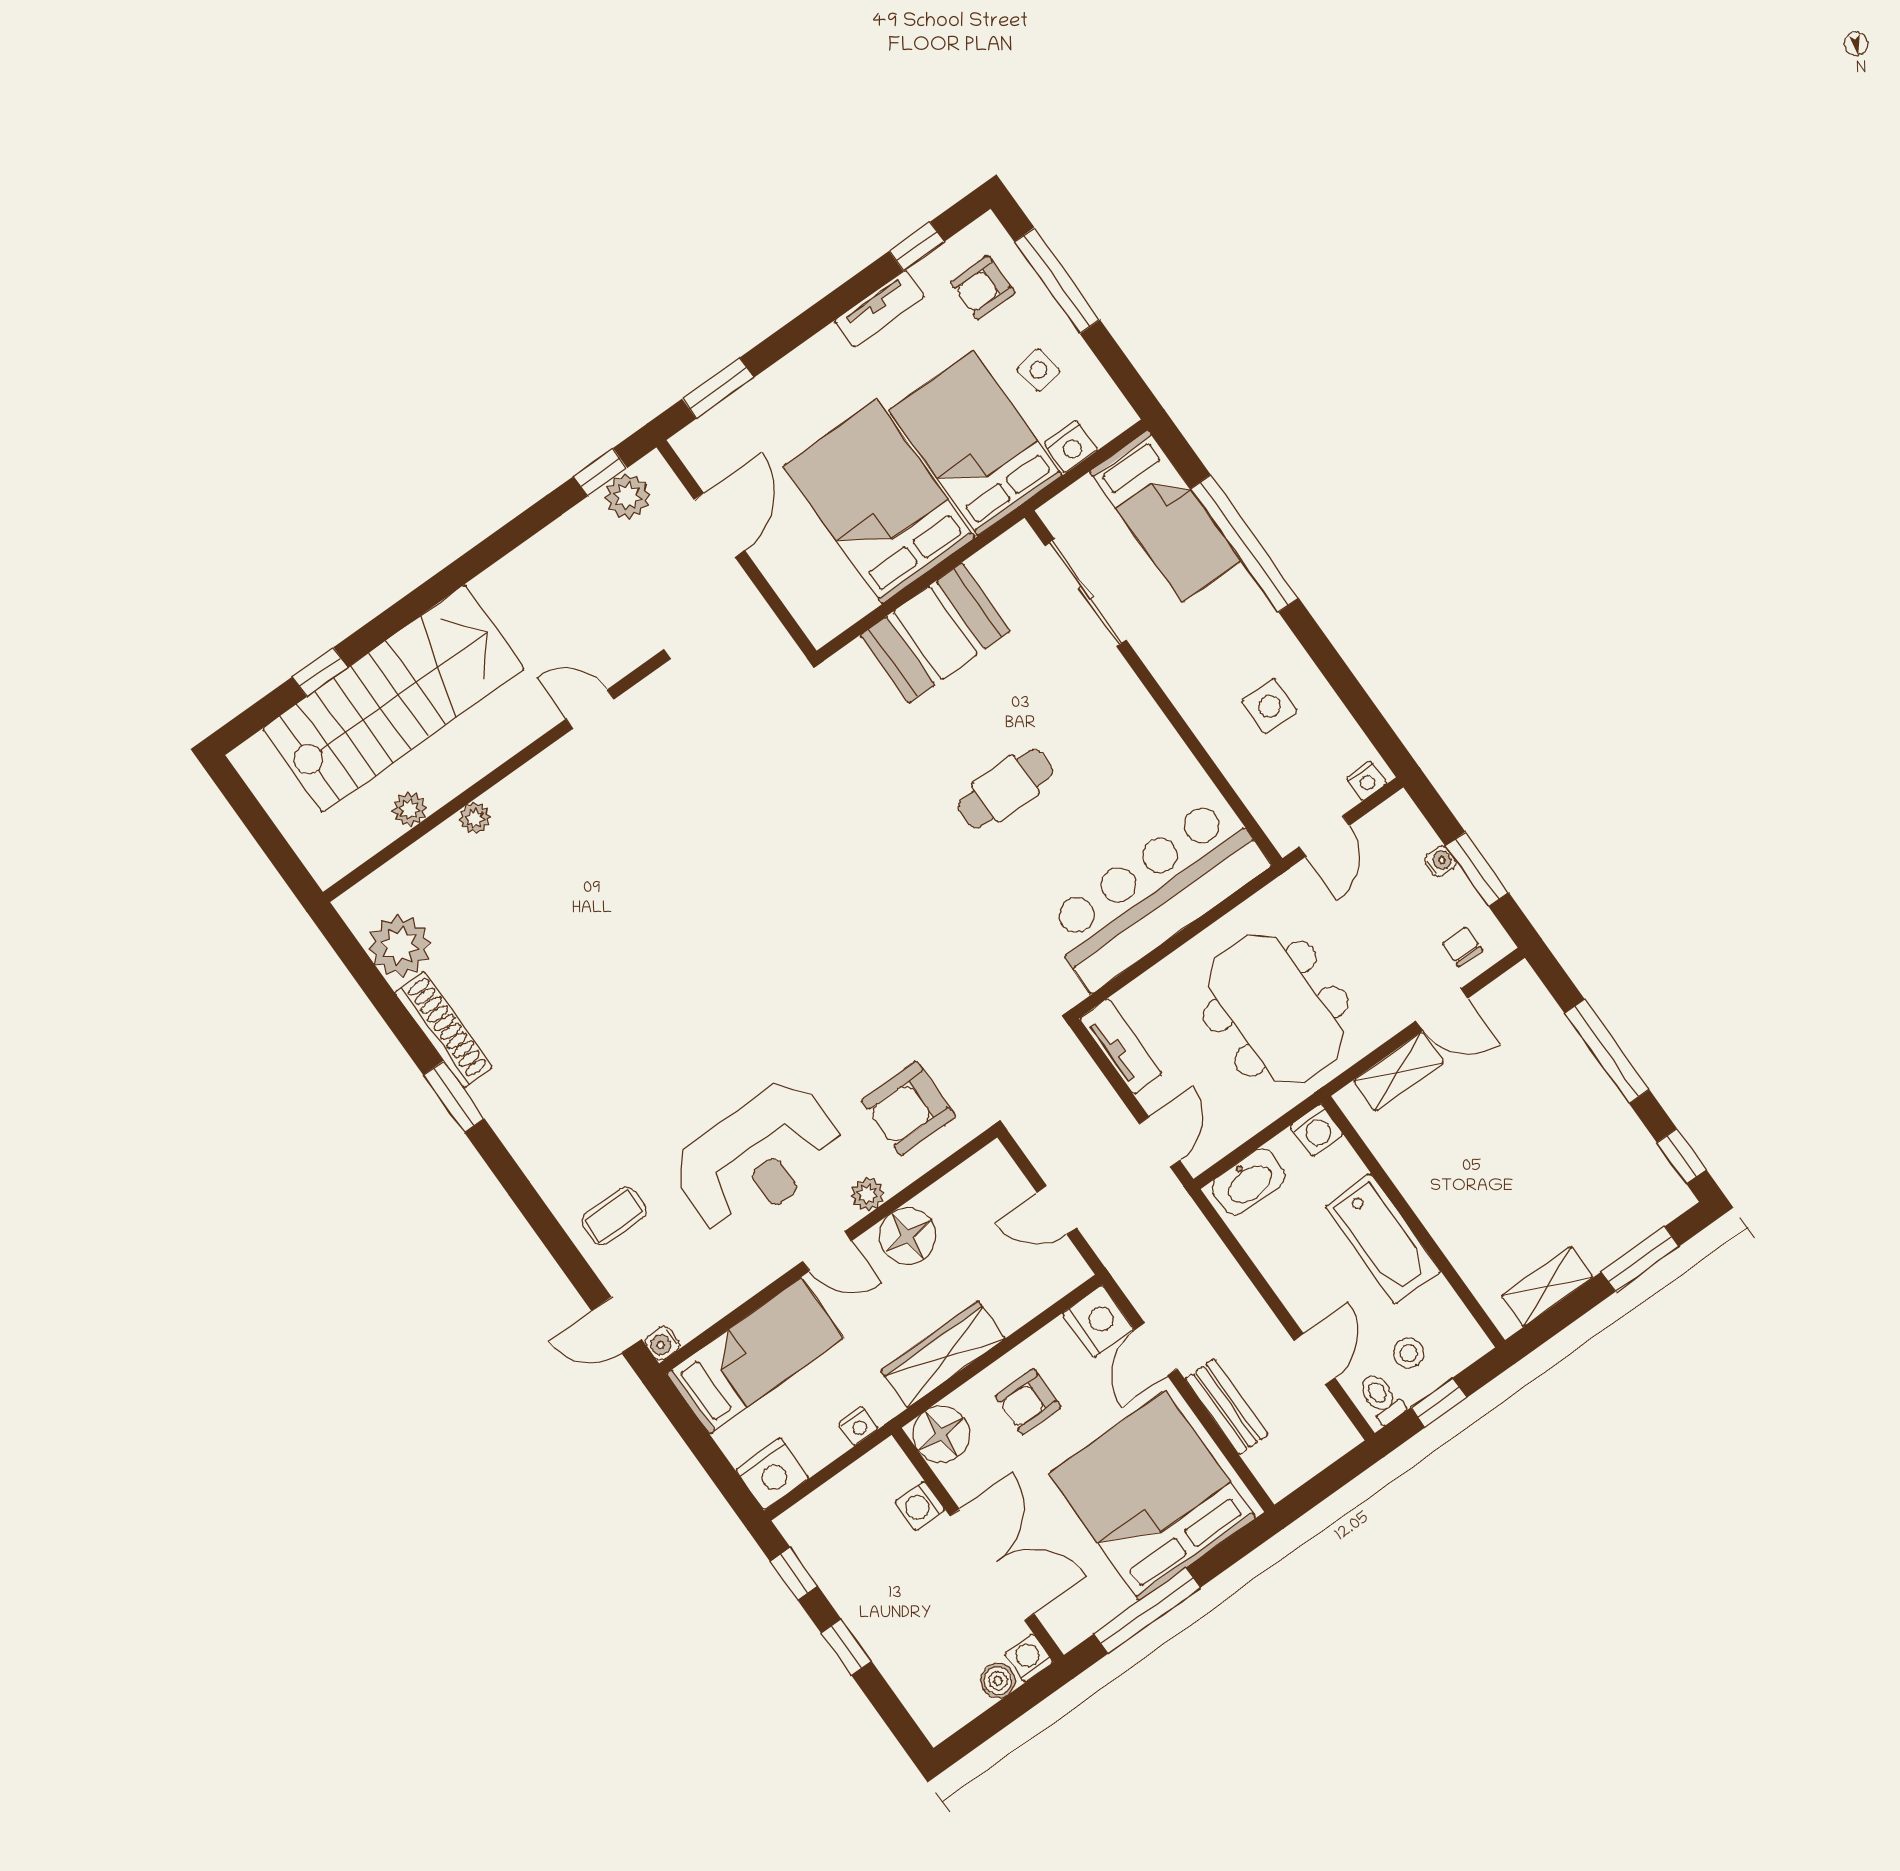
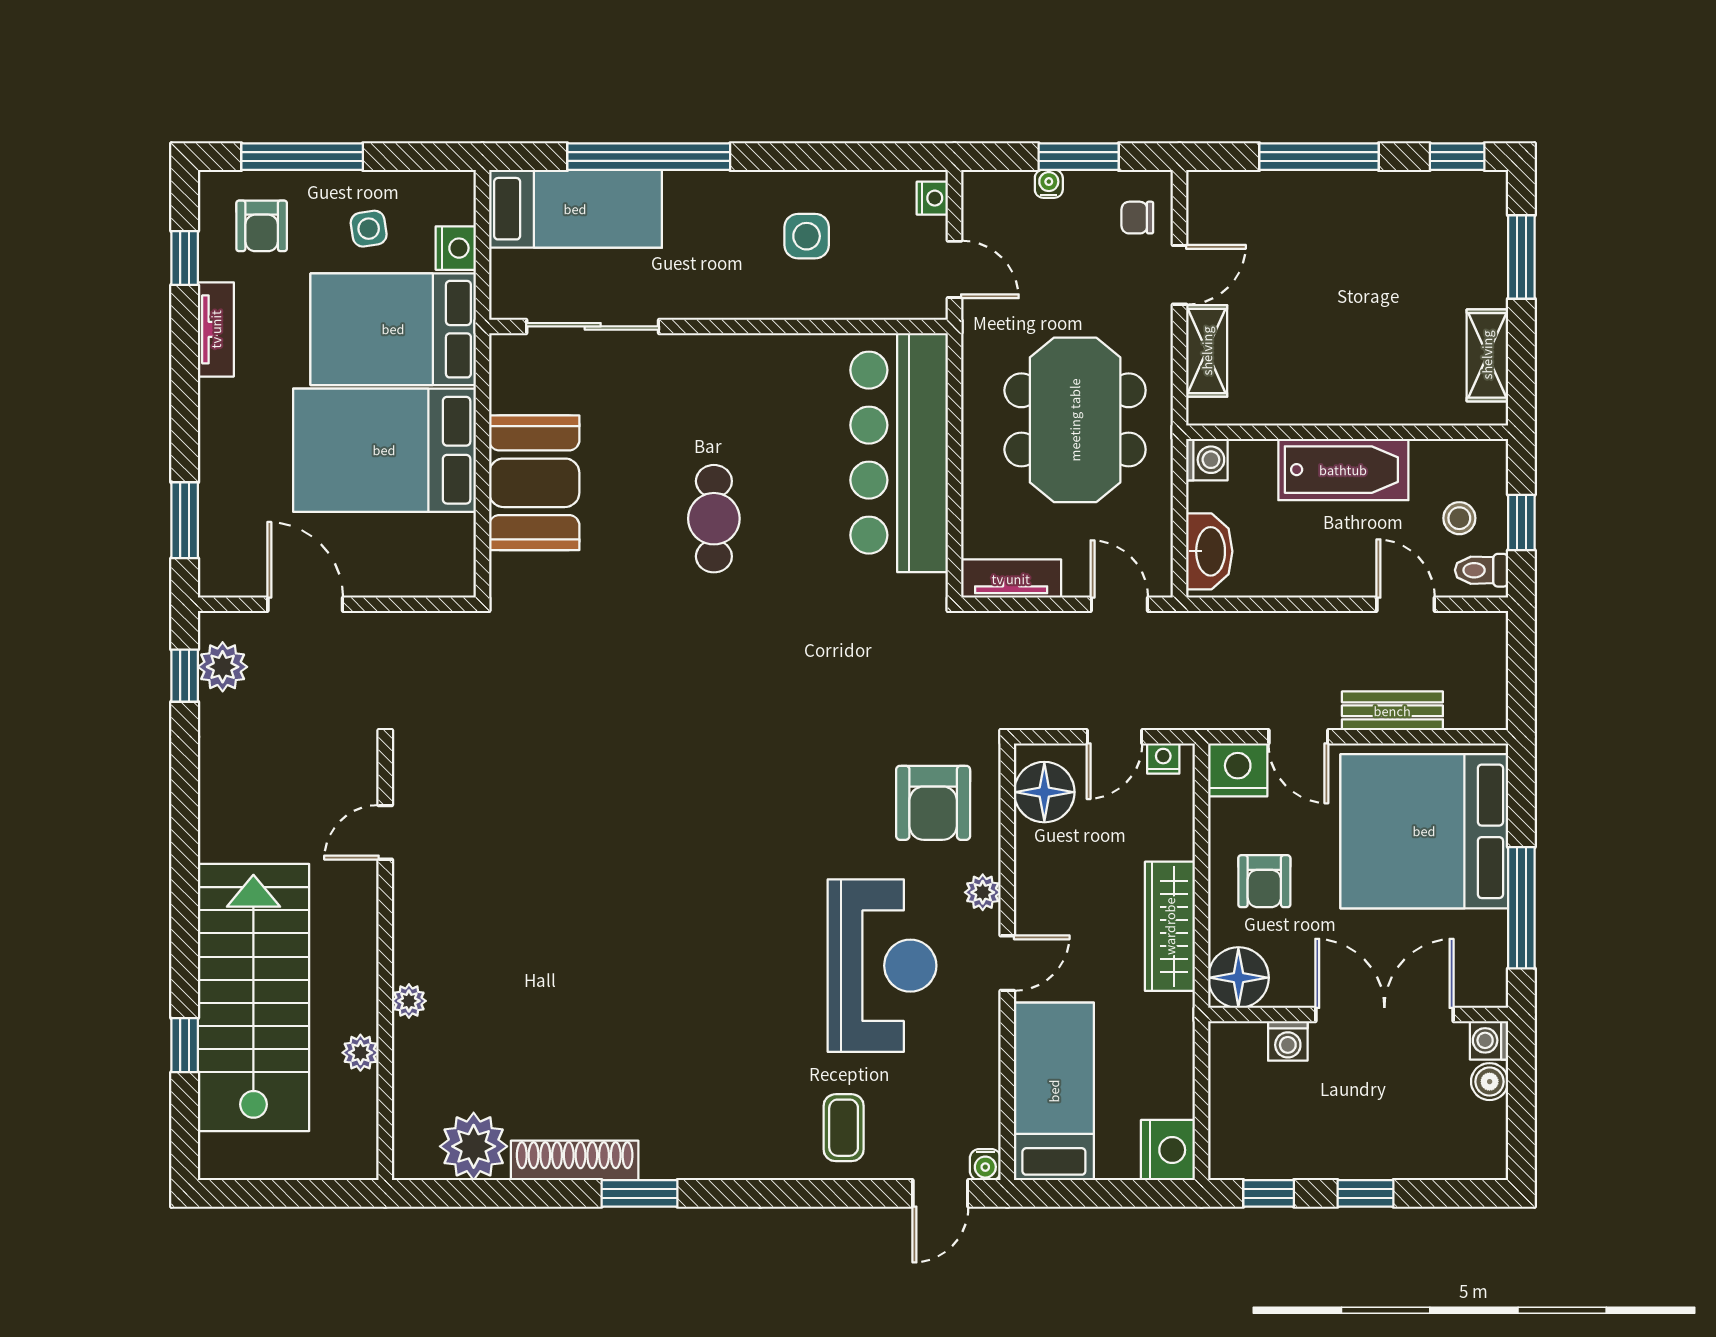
meeting table: (1275, 1009) -> (1075, 420), turned 90
floor lamp: (908, 1236) -> (1044, 792), moved
nightstand: (858, 1426) -> (1163, 758), moved, turned -90

